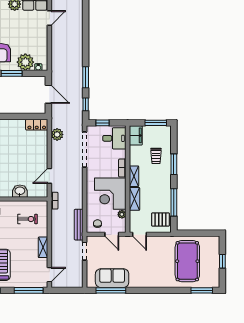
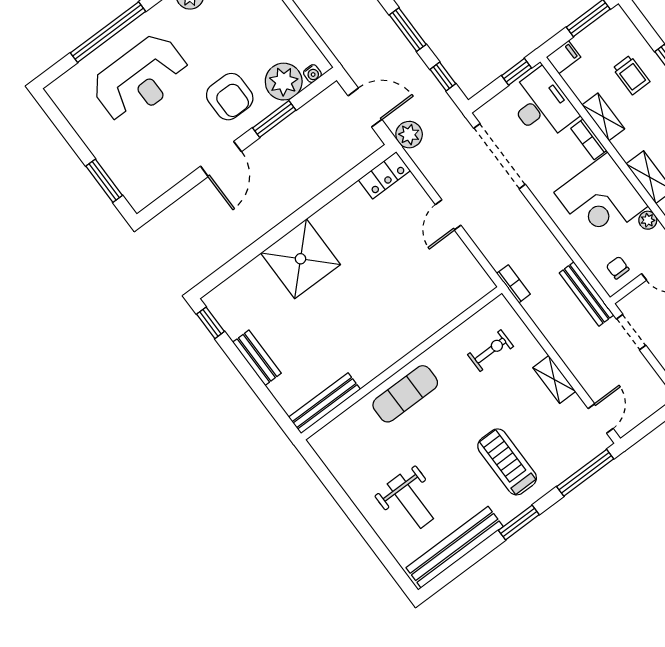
window: (102, 123) -> (517, 72), moved
plant: (57, 134) -> (409, 135), moved
filing cabinet: (136, 135) -> (563, 57), width x0.50
desk: (114, 138) -> (542, 105), width x1.37
door: (49, 176) -> (448, 215), moved
shelving: (134, 176) -> (603, 117), moved
washbasin: (20, 191) -> (441, 312), removed

